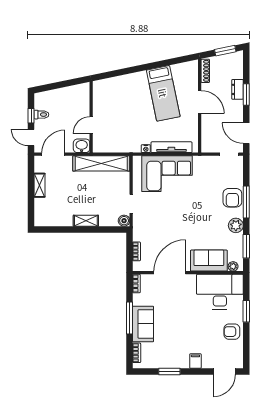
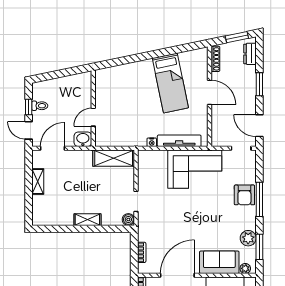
dresser: (238, 89) -> (250, 54), moved
shelving: (101, 163) -> (114, 158), width x0.68
corner sofa: (167, 174) -> (195, 169), moved
plant: (236, 225) -> (248, 238), moved

